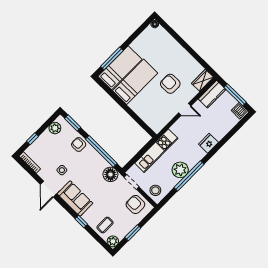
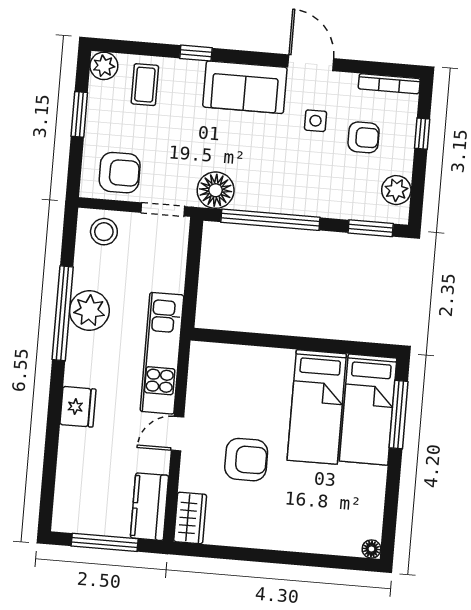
dishwasher: (239, 111) -> (71, 519), removed
armchair: (79, 144) -> (364, 137), moved
kitchen unit: (156, 151) -> (162, 353), moved

